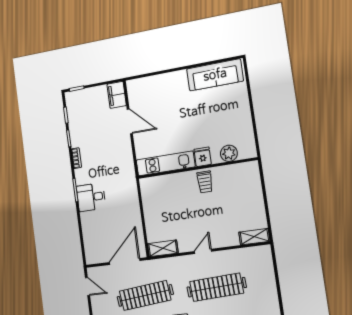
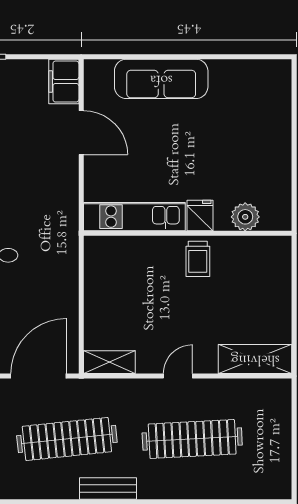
sofa: (215, 75) -> (161, 79), moved
shelving: (254, 237) -> (255, 359), width x1.50, depth x1.33

